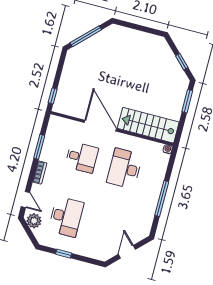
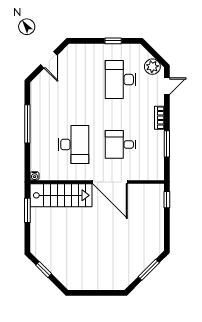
window: (86, 36) -> (149, 270), width x0.69
window: (187, 101) -> (27, 210), moved
door: (25, 200) -> (167, 86), swing flipped

